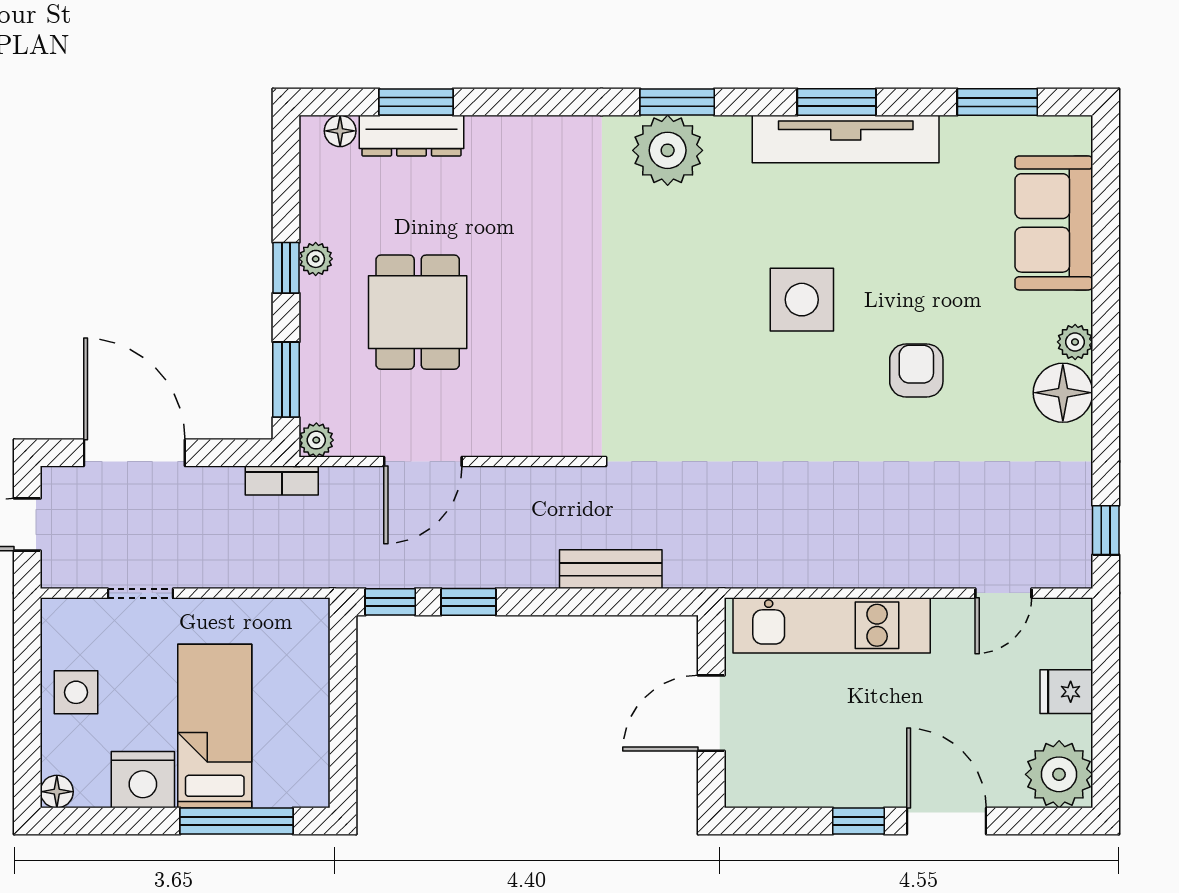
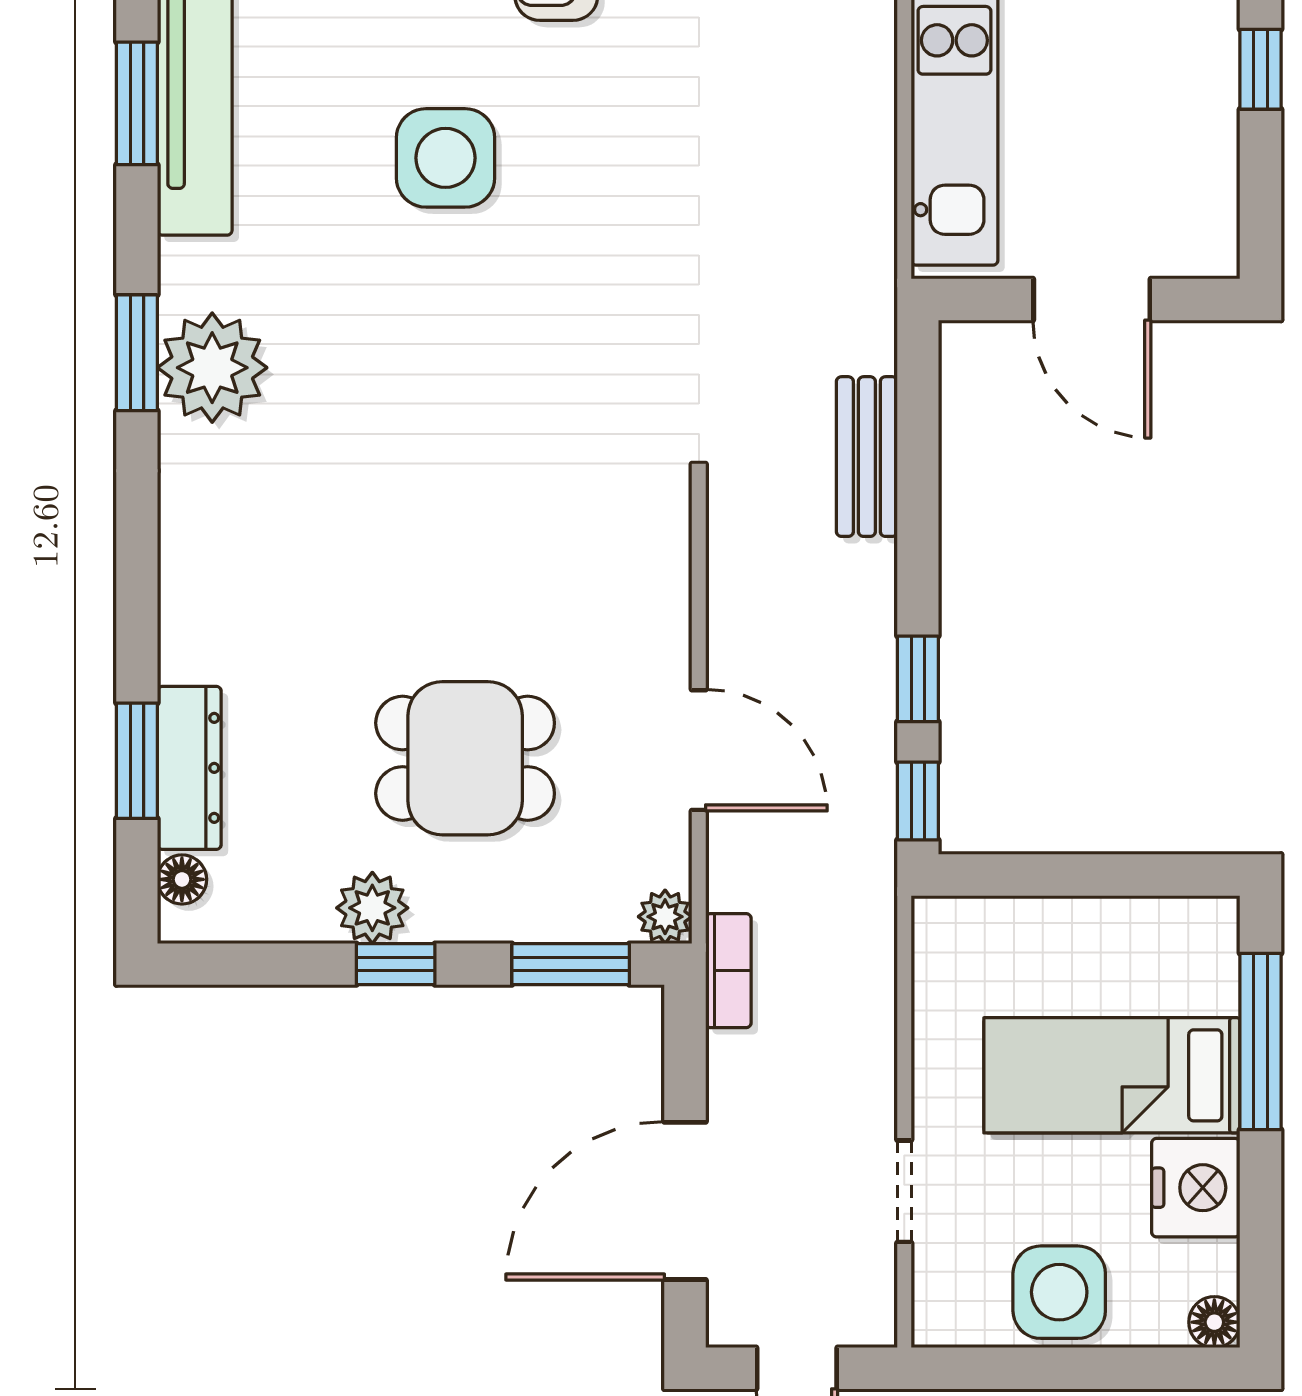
plant: (316, 259) -> (372, 908), width x1.38, depth x1.38
side table: (76, 692) -> (1059, 1292), width x1.37, depth x1.37

